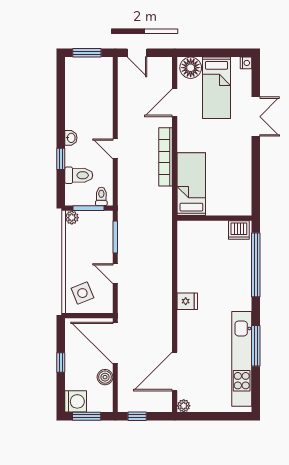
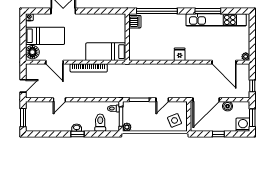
door: (115, 149) -> (59, 100), moved
window: (61, 159) -> (77, 134), moved

